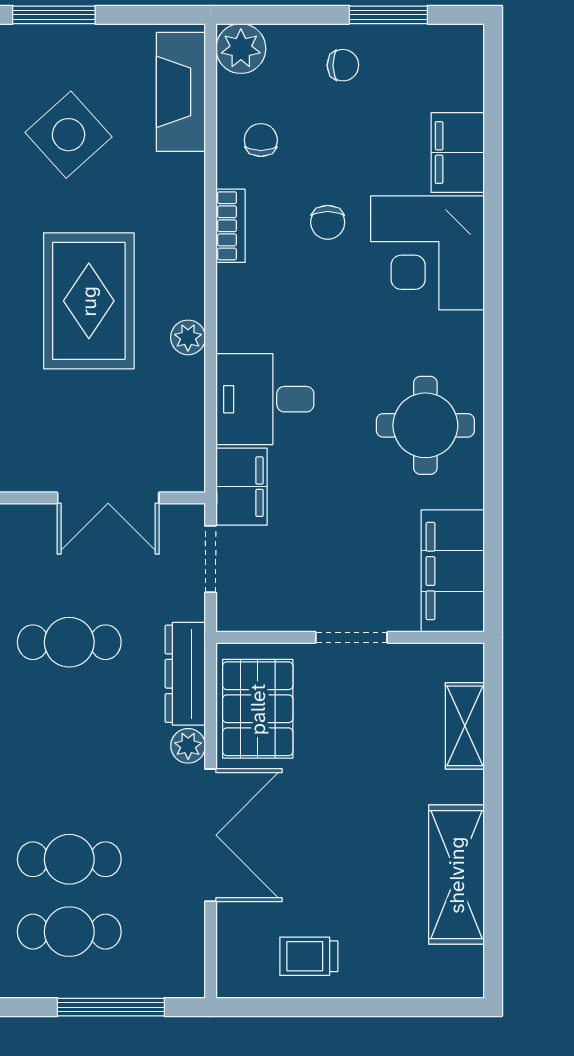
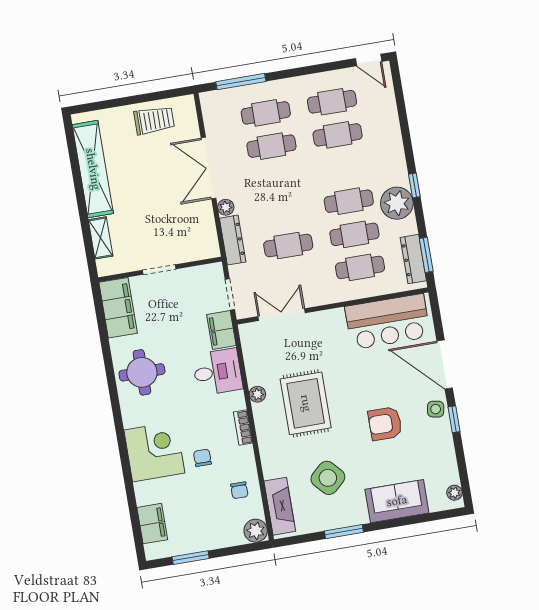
chair: (343, 65) -> (208, 531), removed
filing cabinet: (458, 153) -> (152, 524), moved
bookcase: (230, 226) -> (243, 428), moved
pallet: (258, 709) -> (197, 230), removed
shelving: (457, 875) -> (93, 169), width x1.47
trolley: (309, 956) -> (154, 120), width x1.36, depth x1.39

